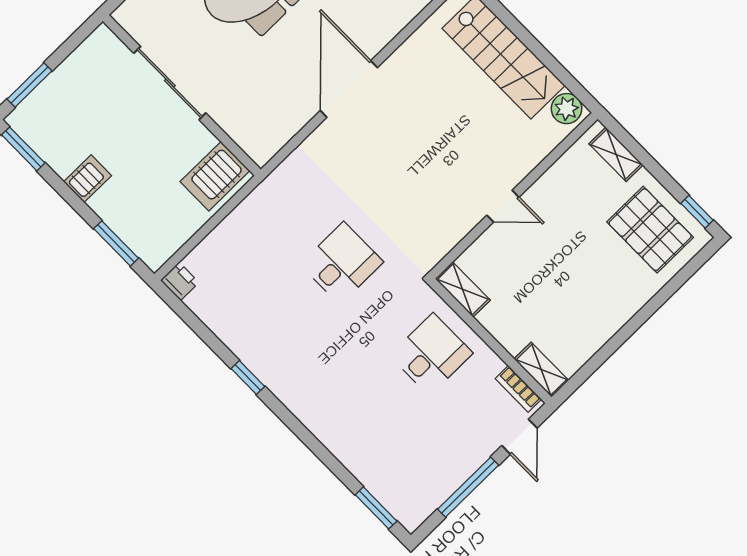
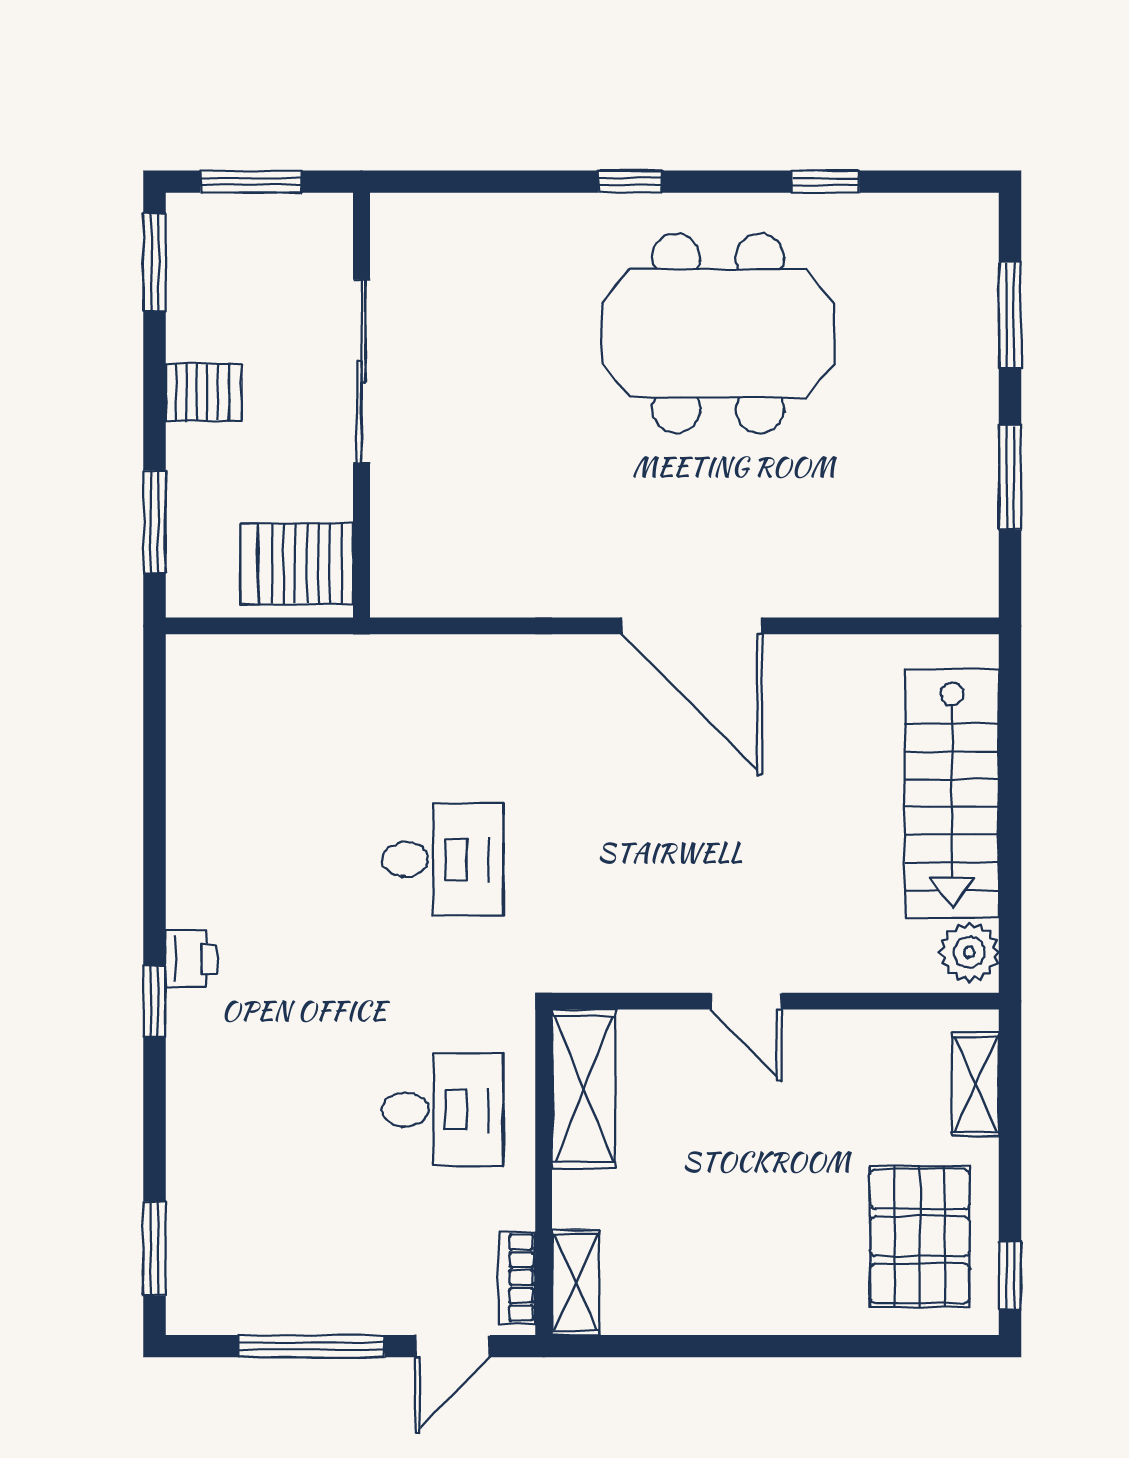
sliding door: (170, 83) -> (361, 372), moved
door: (349, 89) -> (692, 626), swing flipped
wall: (182, 95) -> (361, 405), moved
server rack: (215, 176) -> (297, 564), moved
printer: (180, 281) -> (191, 959), moved
shelving: (463, 289) -> (584, 1089), width x1.50, depth x1.33
window: (248, 378) -> (154, 1001), moved

